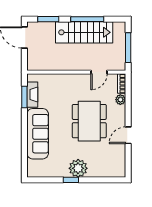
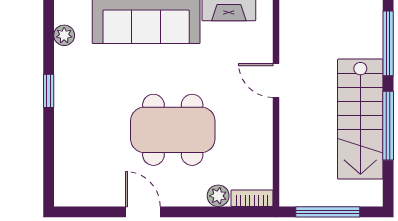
window: (48, 19) -> (388, 43), width x1.44
door: (99, 72) -> (276, 80), moved
plant: (78, 168) -> (64, 35), moved, width x0.53, depth x0.53

